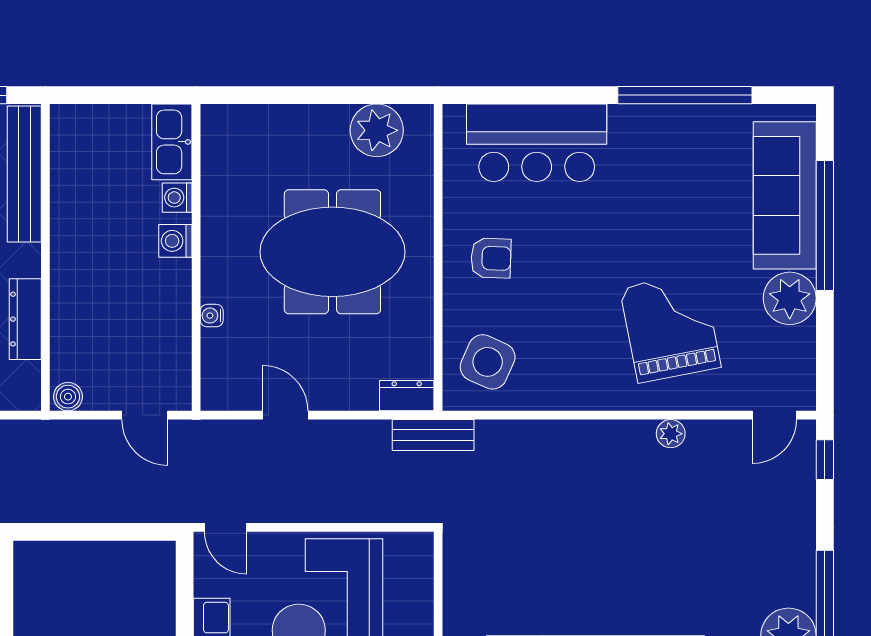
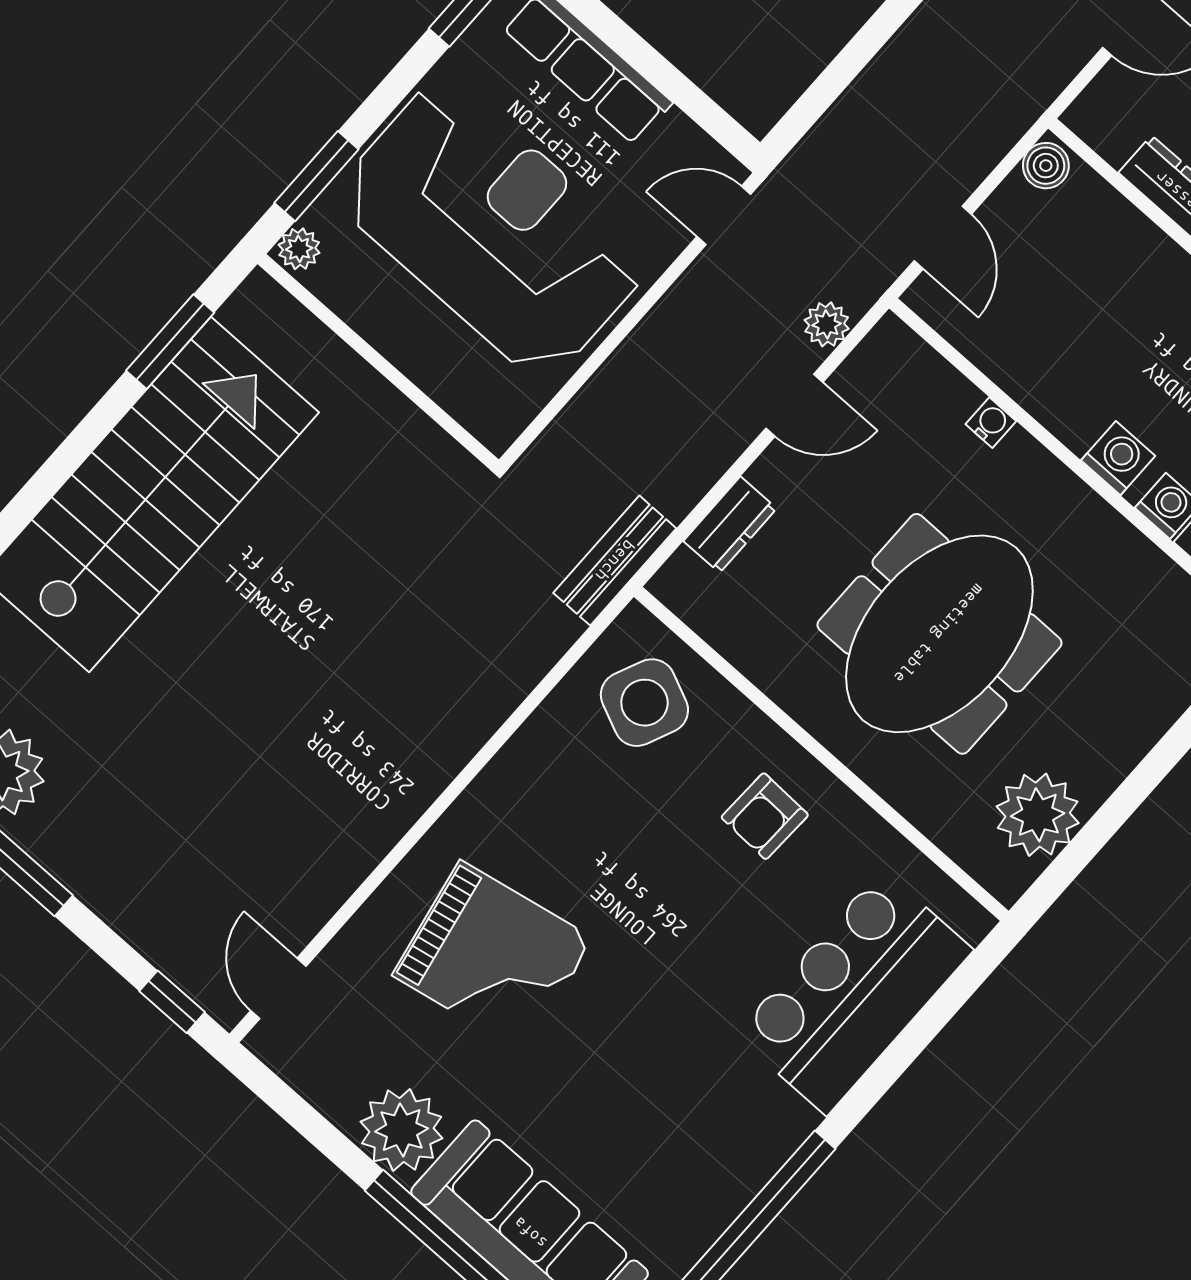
dresser: (407, 396) -> (730, 525), moved
door: (145, 415) -> (943, 237), swing flipped
plant: (671, 434) -> (827, 324), moved

